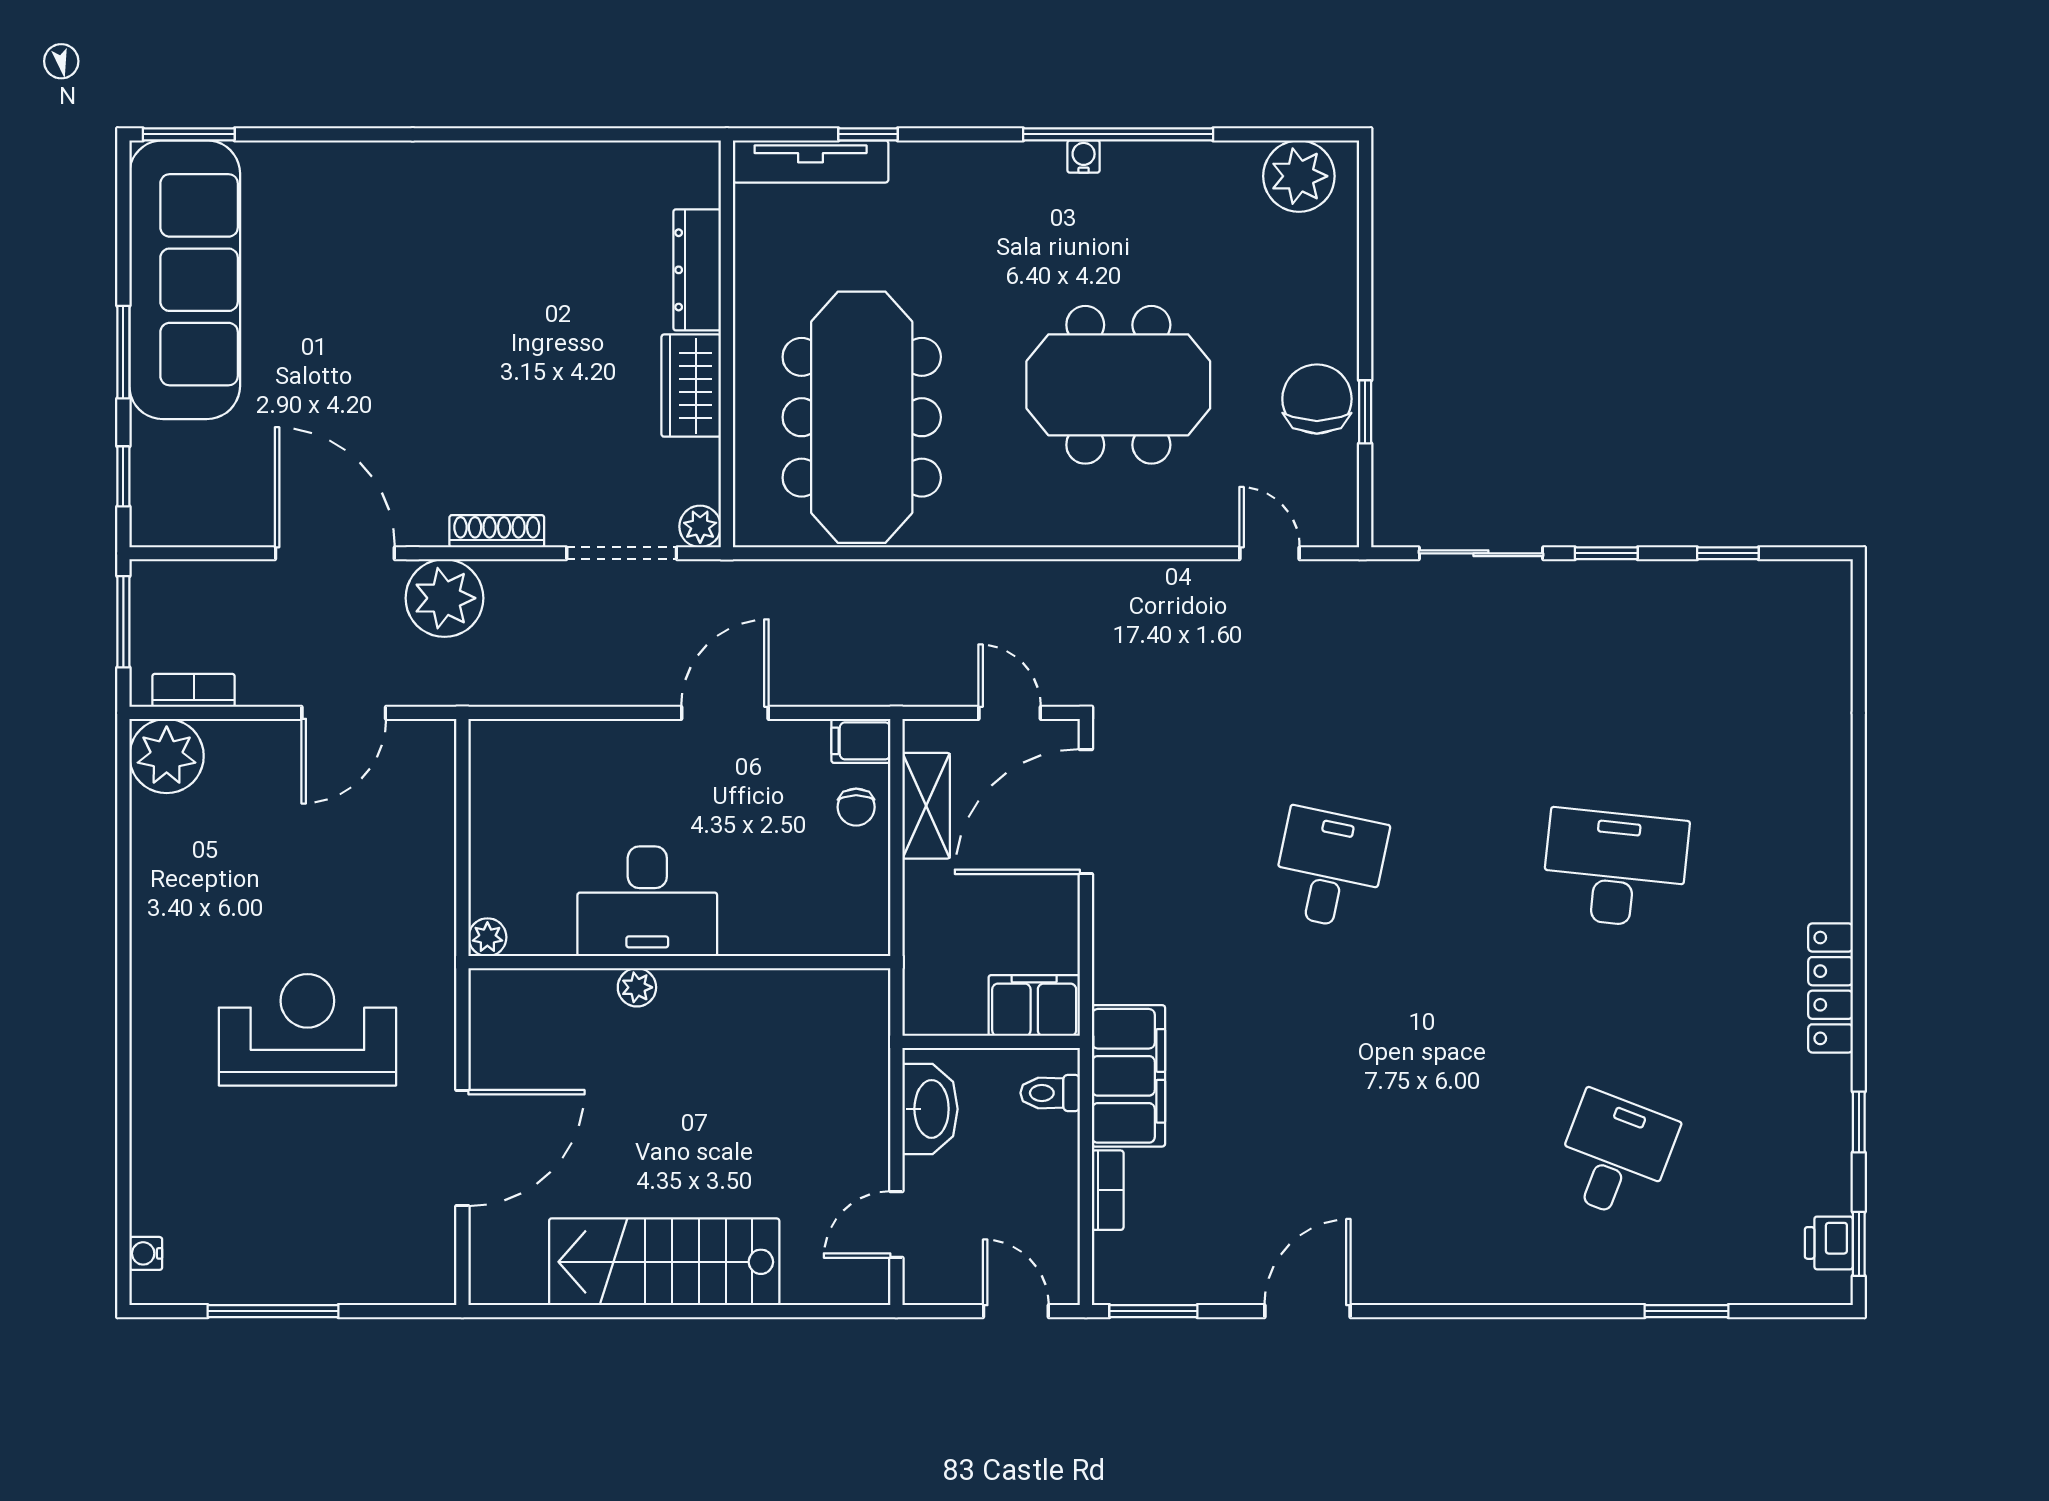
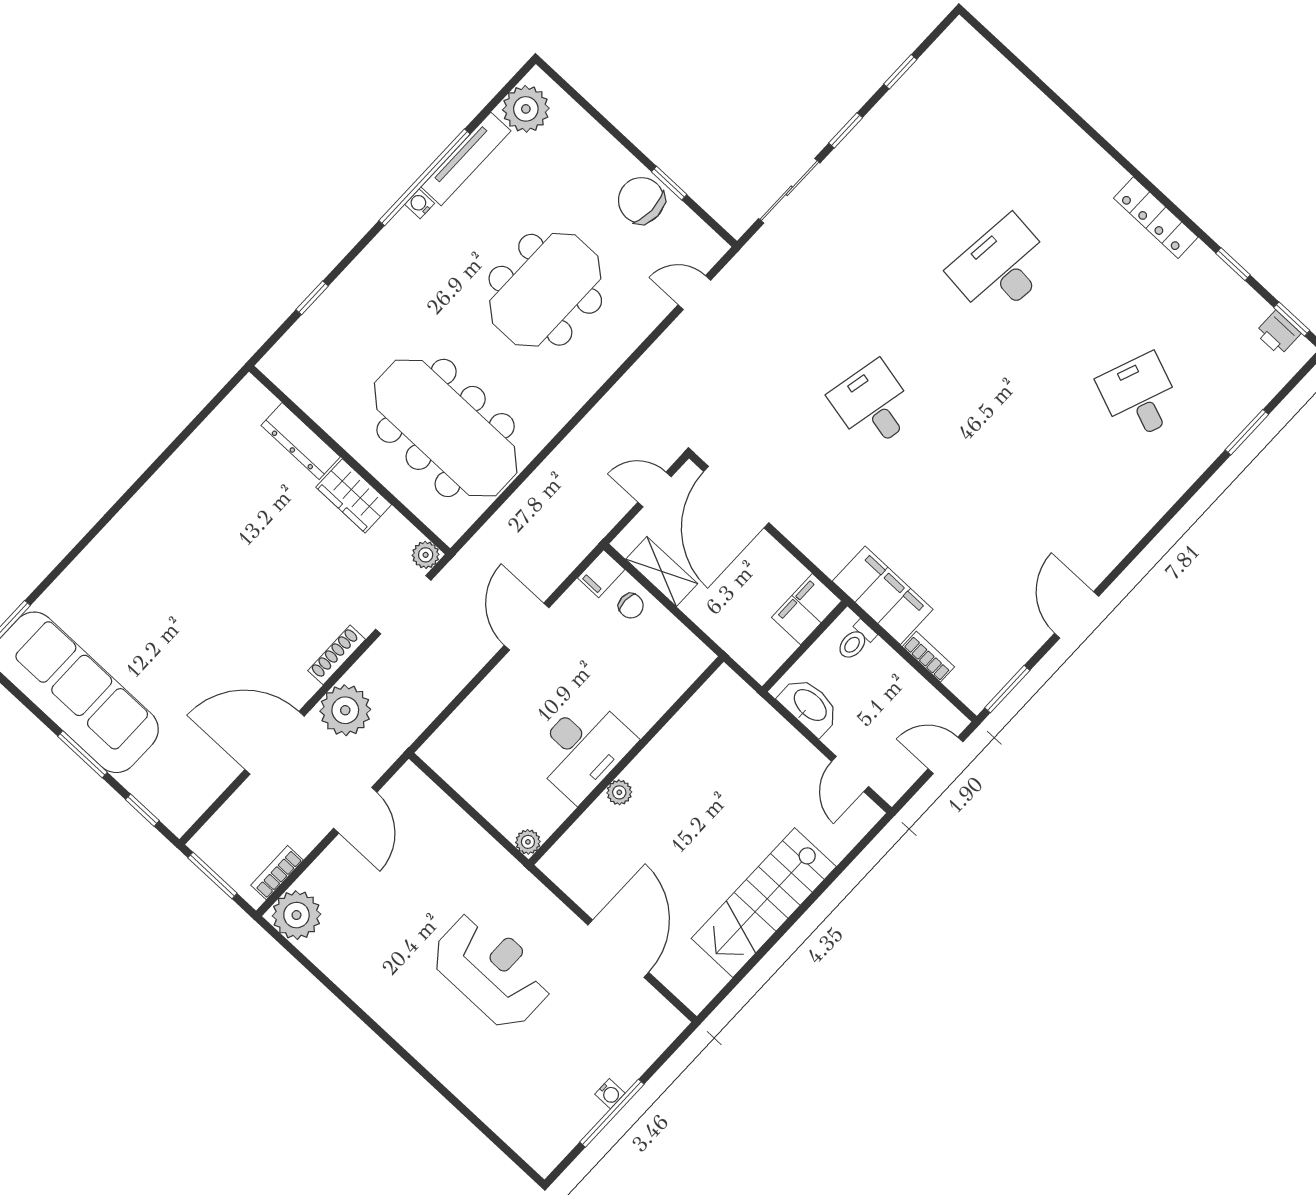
tv unit: (811, 161) -> (466, 159), moved
reception desk: (307, 1030) -> (492, 970), turned 90
water cooler: (146, 1253) -> (610, 1094), moved, turned -90

